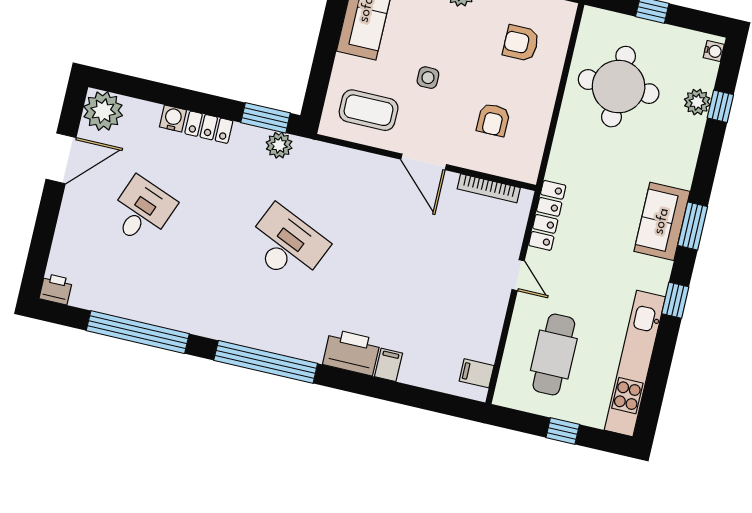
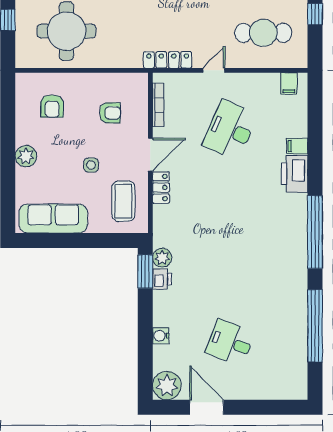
locker: (209, 127) -> (161, 188), moved
desk: (287, 245) -> (230, 130), moved
printer: (56, 289) -> (162, 279), moved, turned 180

